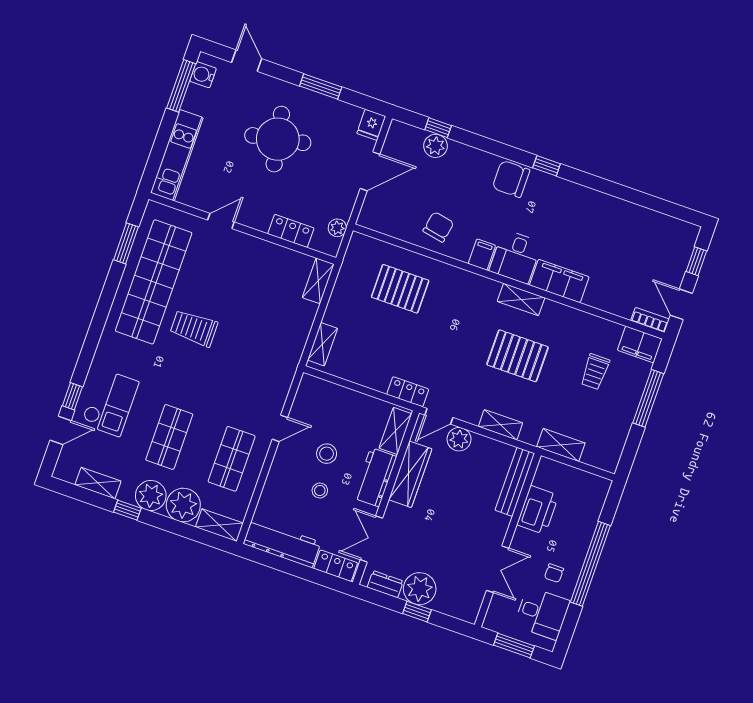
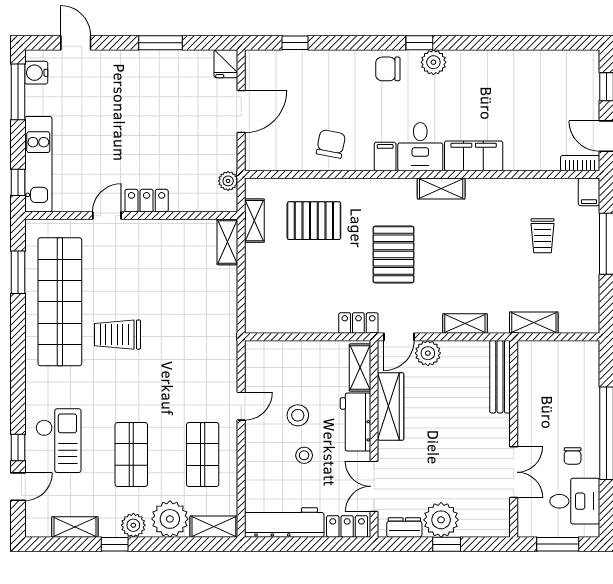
round table: (278, 139) -> (136, 112), removed
plant: (436, 146) -> (433, 62), moved
window: (154, 165) -> (18, 182), added
chair: (511, 179) -> (388, 69), width x0.73, depth x0.73
locker: (291, 231) -> (147, 201), moved
shelving: (322, 344) -> (254, 221), moved
filing cabinet: (640, 344) -> (589, 192), width x0.50
pallet: (518, 356) -> (393, 255), moved, turned 90
plant: (151, 496) -> (133, 525), width x0.73, depth x0.73
printer: (538, 510) -> (533, 397), removed

